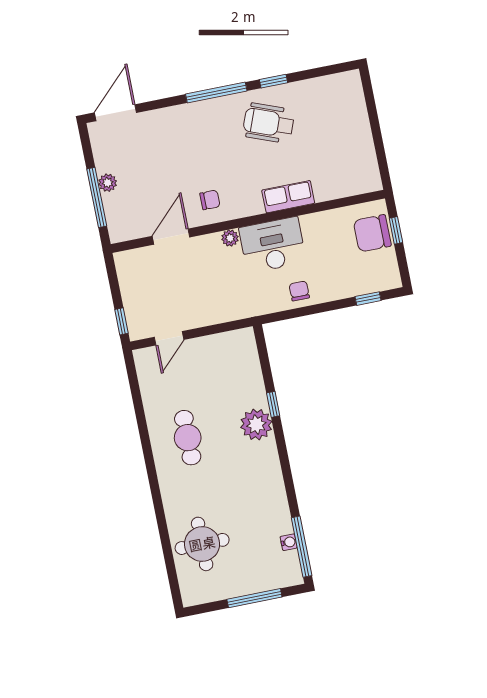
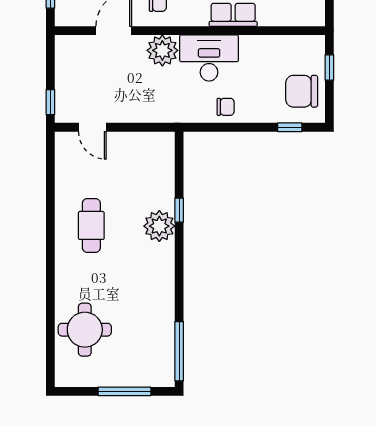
chair: (372, 233) -> (302, 91), moved
plant: (230, 238) -> (162, 50), width x1.87, depth x1.87
chair: (299, 291) -> (226, 107), turned 90
door: (169, 338) -> (92, 127), hinge flipped
water cooler: (289, 542) -> (168, 344), removed

